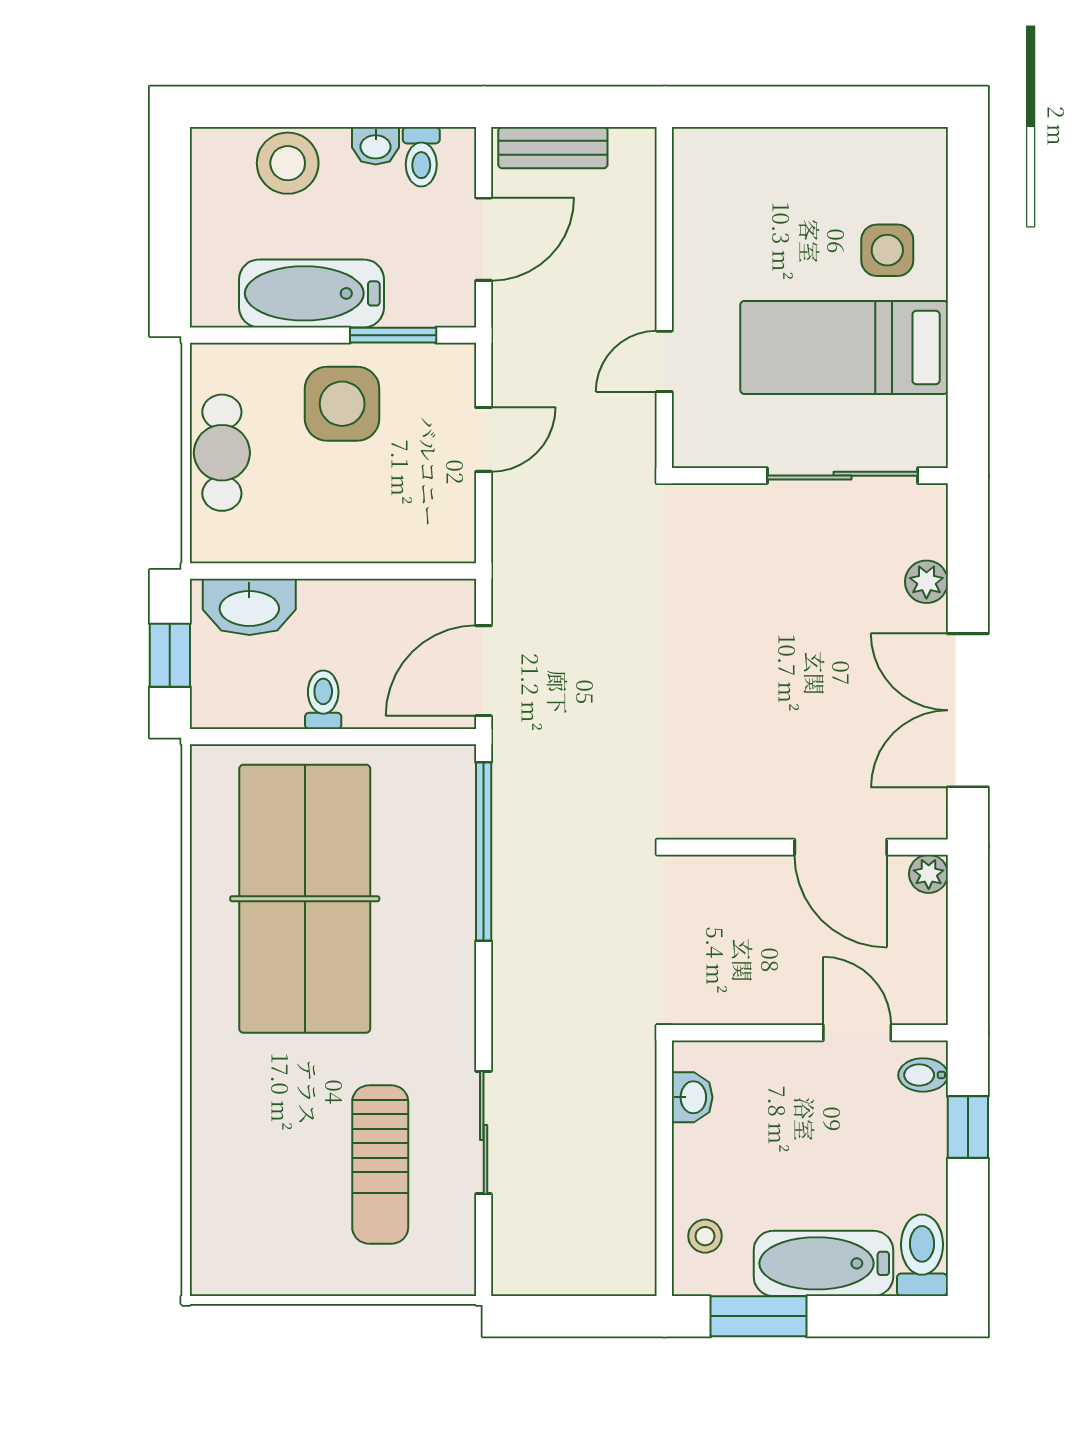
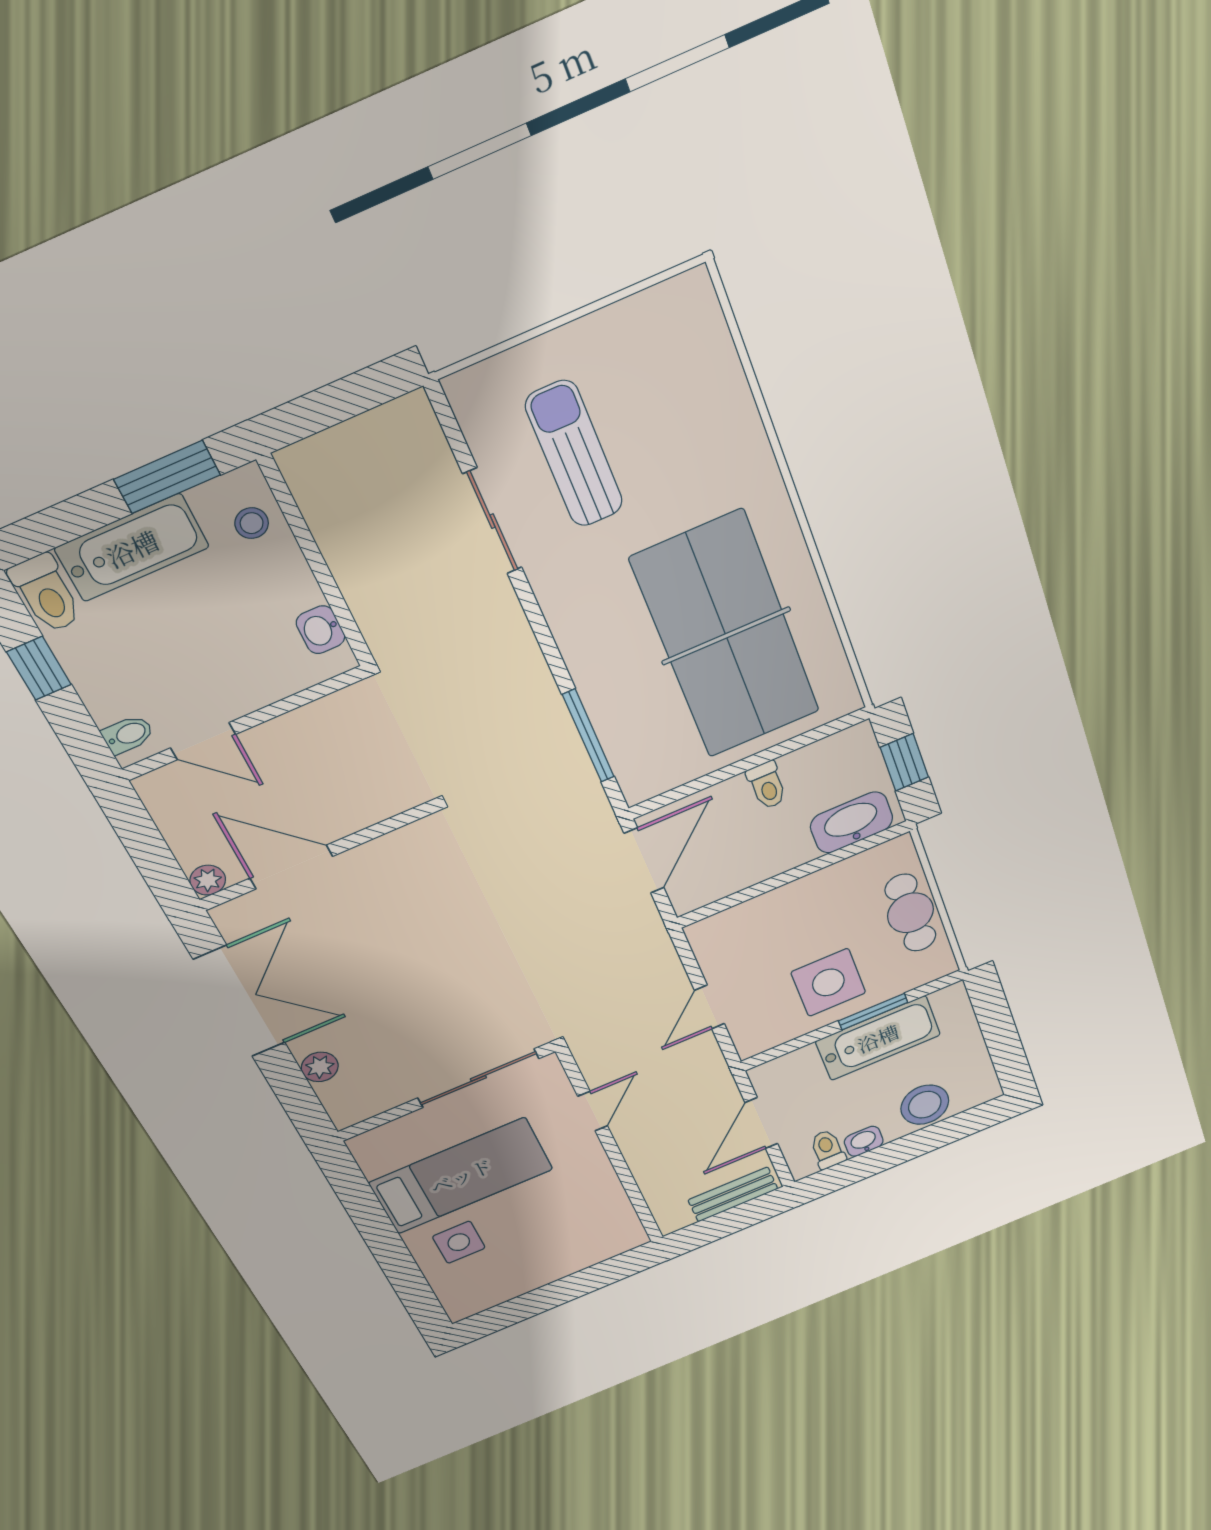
window: (393, 335) -> (873, 1012), moved
sliding door: (842, 476) -> (478, 1078), moved
window: (484, 852) -> (588, 736), width x0.68
window: (968, 1127) -> (39, 668), moved

